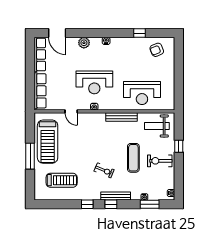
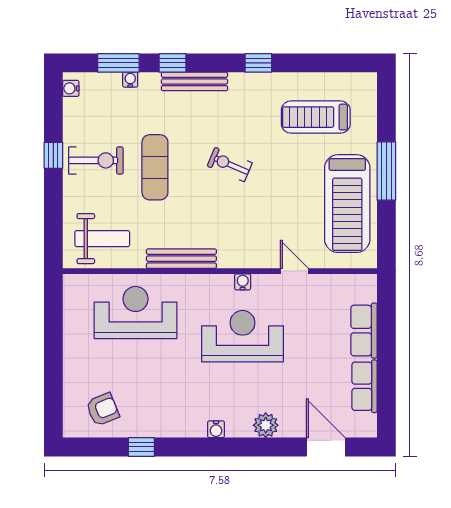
row of seats: (40, 54) -> (365, 386), width x0.68
row of seats: (40, 91) -> (364, 331), width x0.68
treadmill: (48, 142) -> (347, 204), turned 180
window: (179, 146) -> (53, 155), moved
exercise bike: (104, 170) -> (230, 164), moved
window: (111, 204) -> (172, 63), moved

